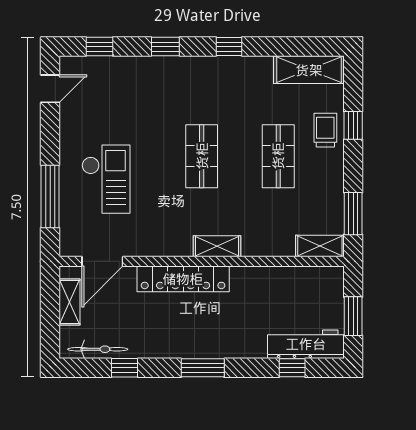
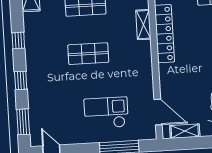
window: (99, 47) -> (23, 122), width x1.50
shelving: (217, 246) -> (143, 25), moved
locker: (183, 279) -> (164, 34), moved

